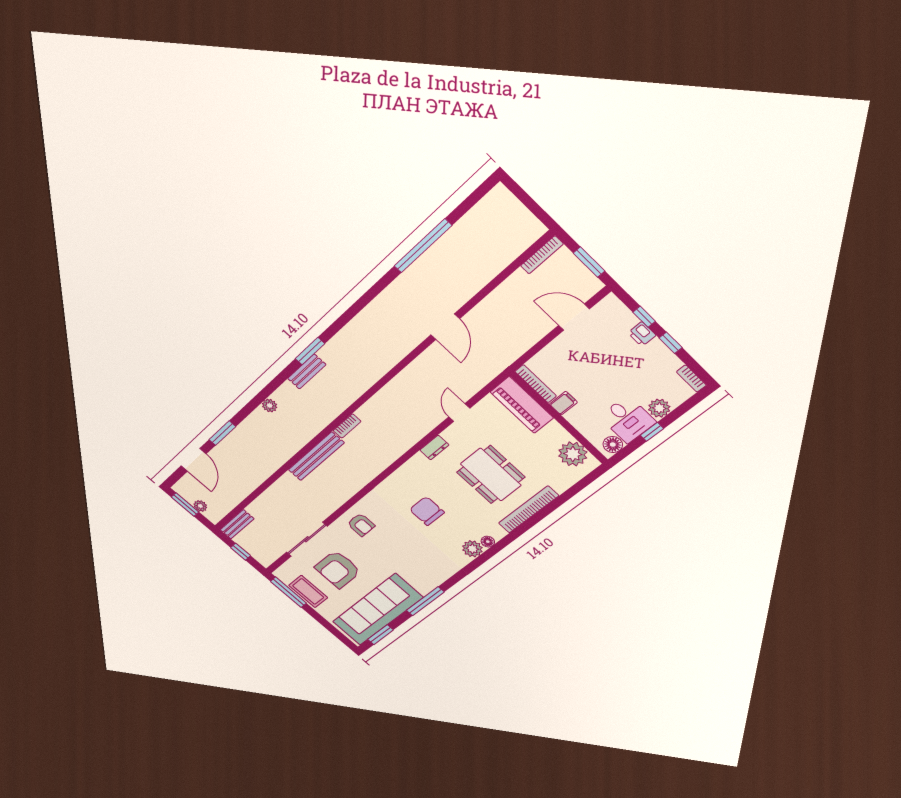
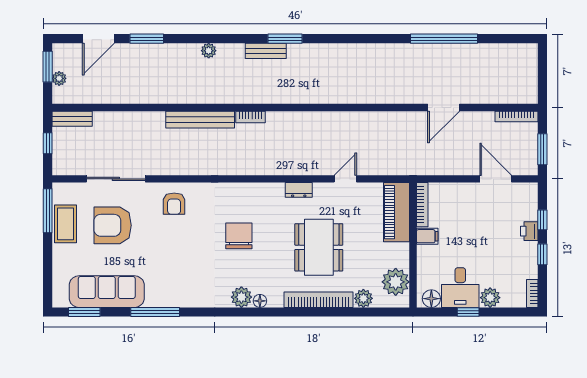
door: (445, 327) -> (444, 107), moved
plant: (561, 484) -> (363, 298), added
sofa: (377, 610) -> (107, 292), width x0.74, depth x0.79

